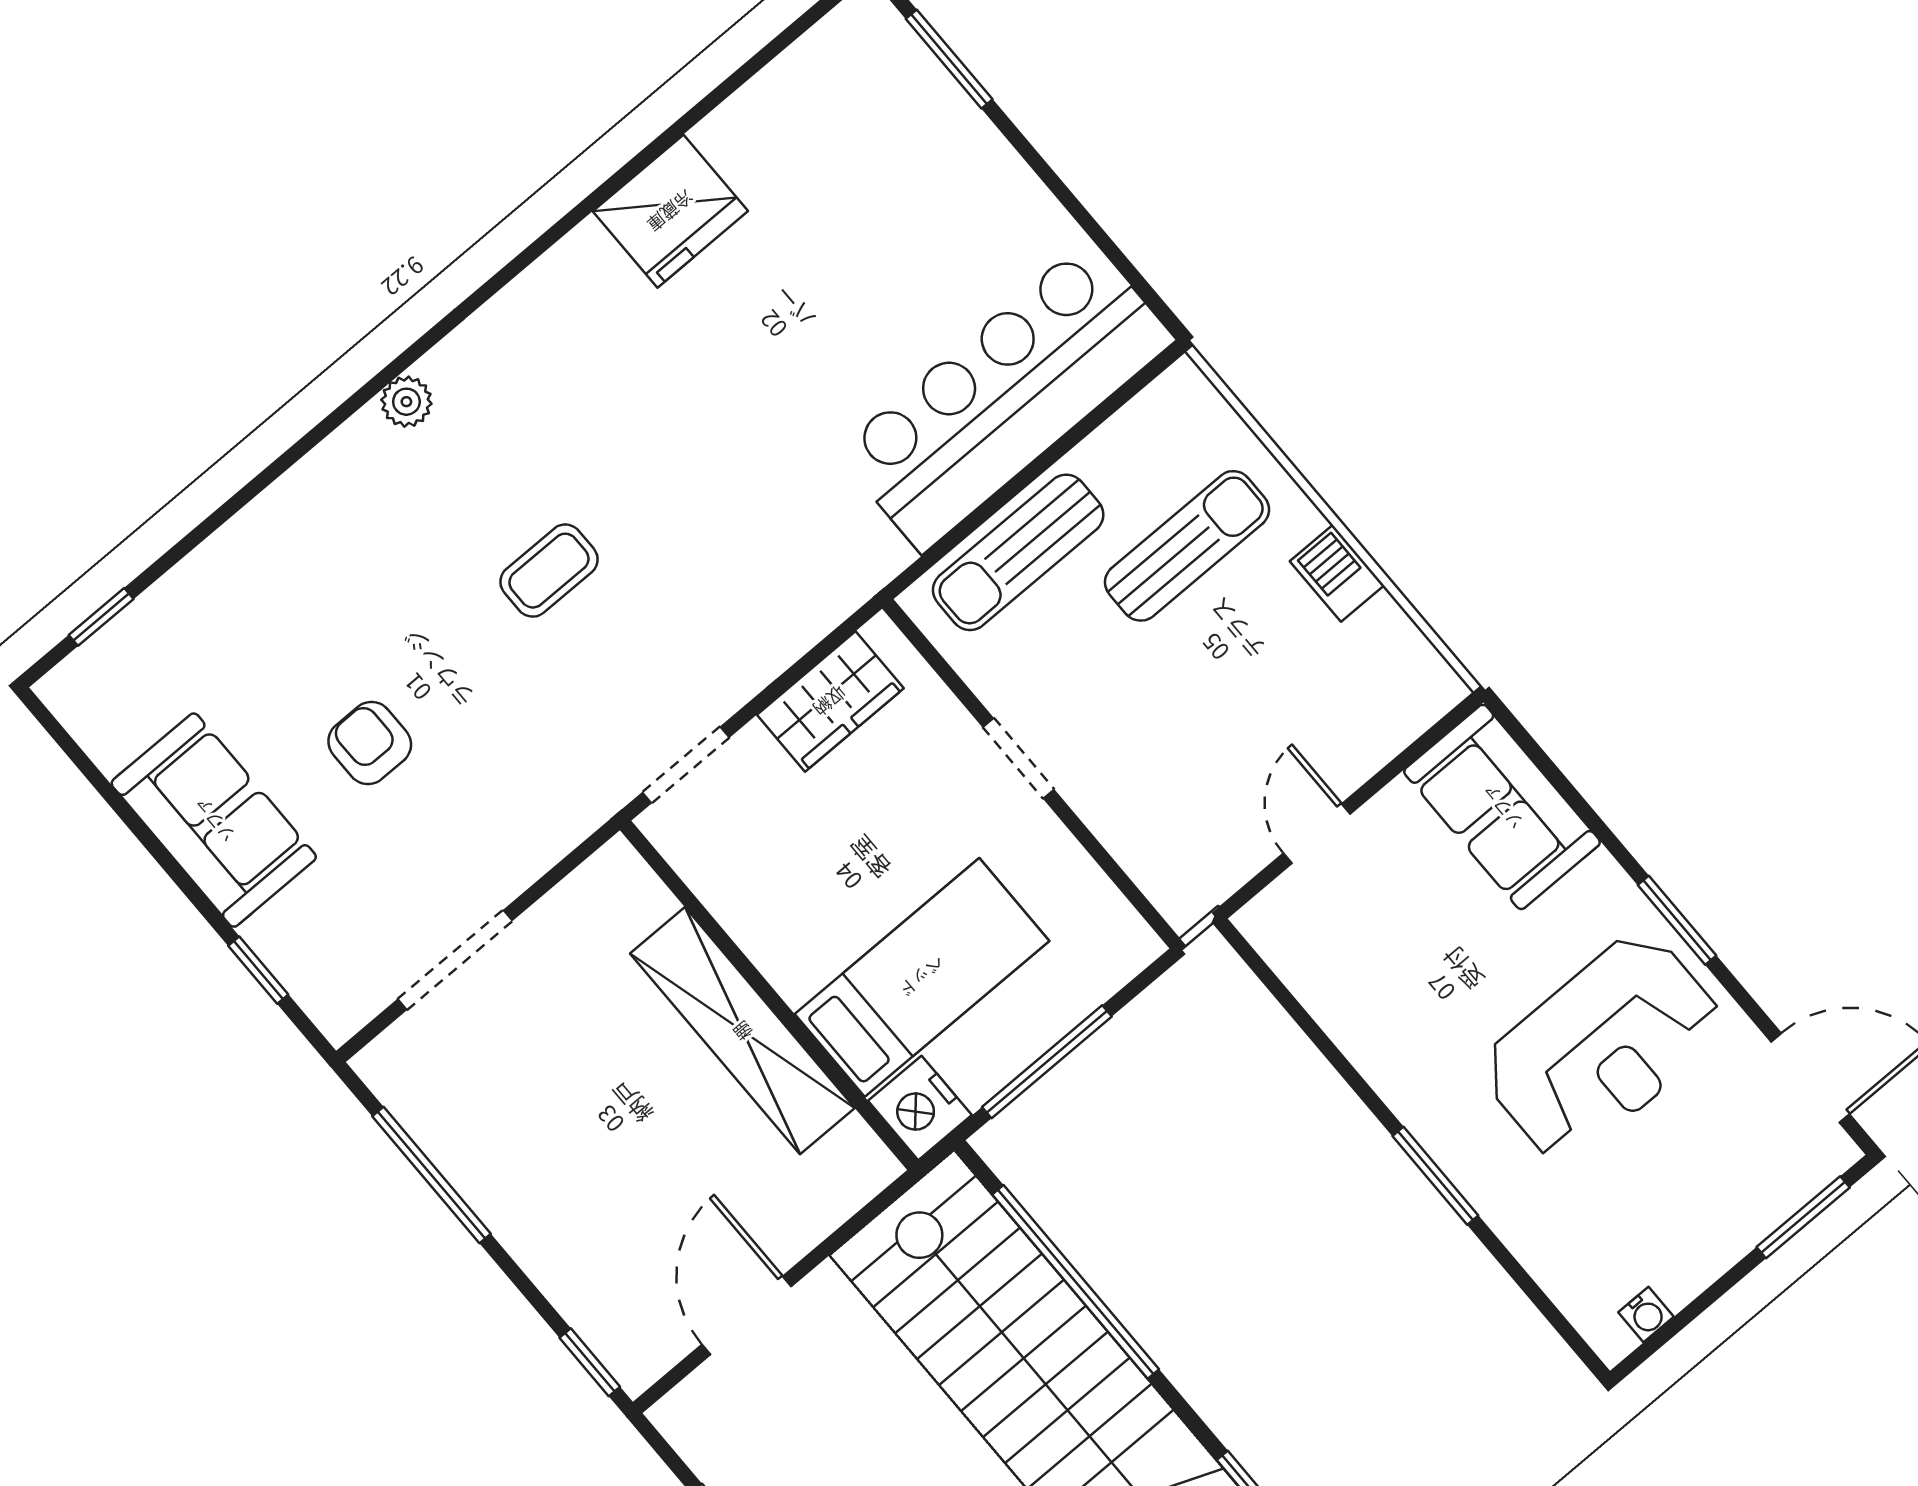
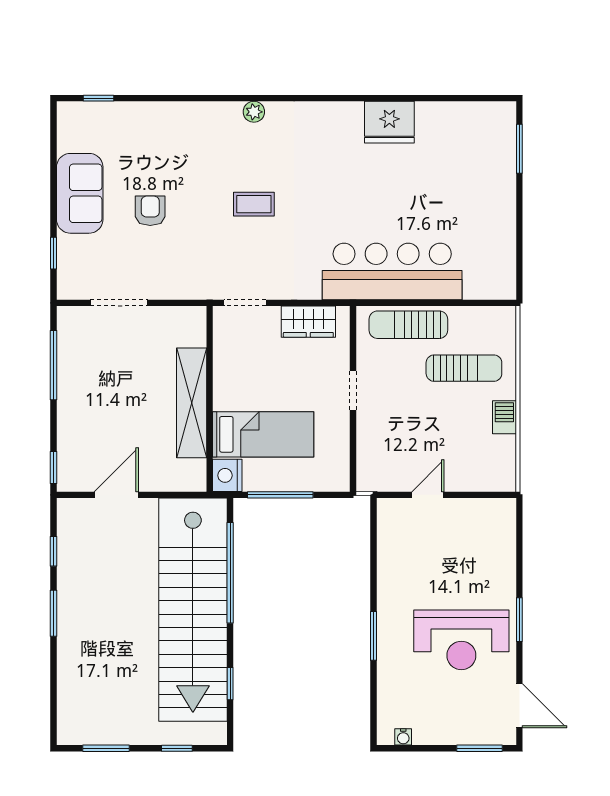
bar counter: (1006, 396) -> (392, 271), moved
sofa: (1502, 807) -> (494, 536), removed

